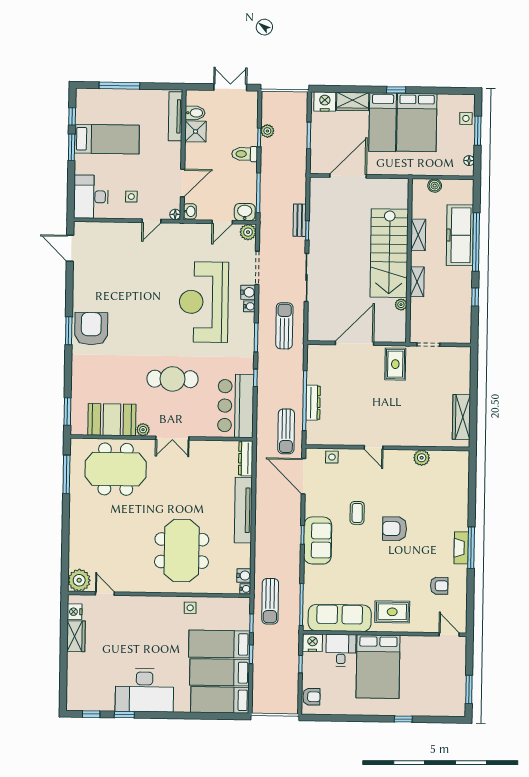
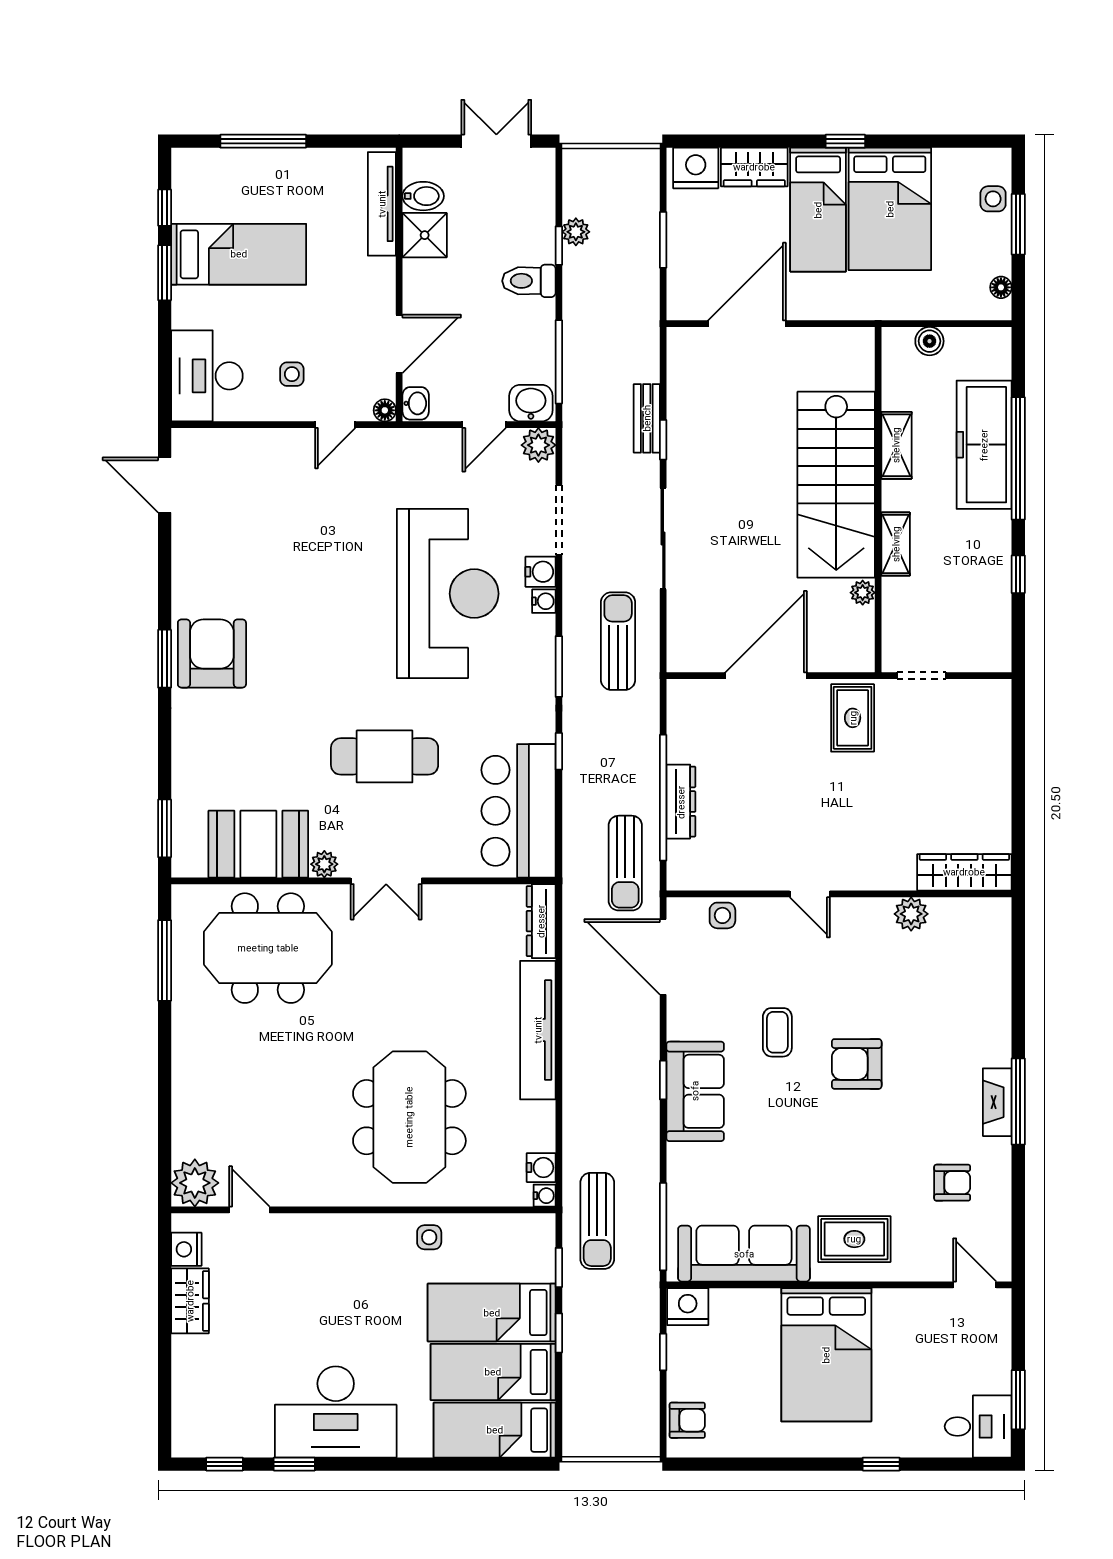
reception desk: (204, 302) -> (448, 594), turned 180
wardrobe: (461, 417) -> (964, 872), moved, turned 90
desk: (341, 650) -> (978, 1426), moved, turned 90

